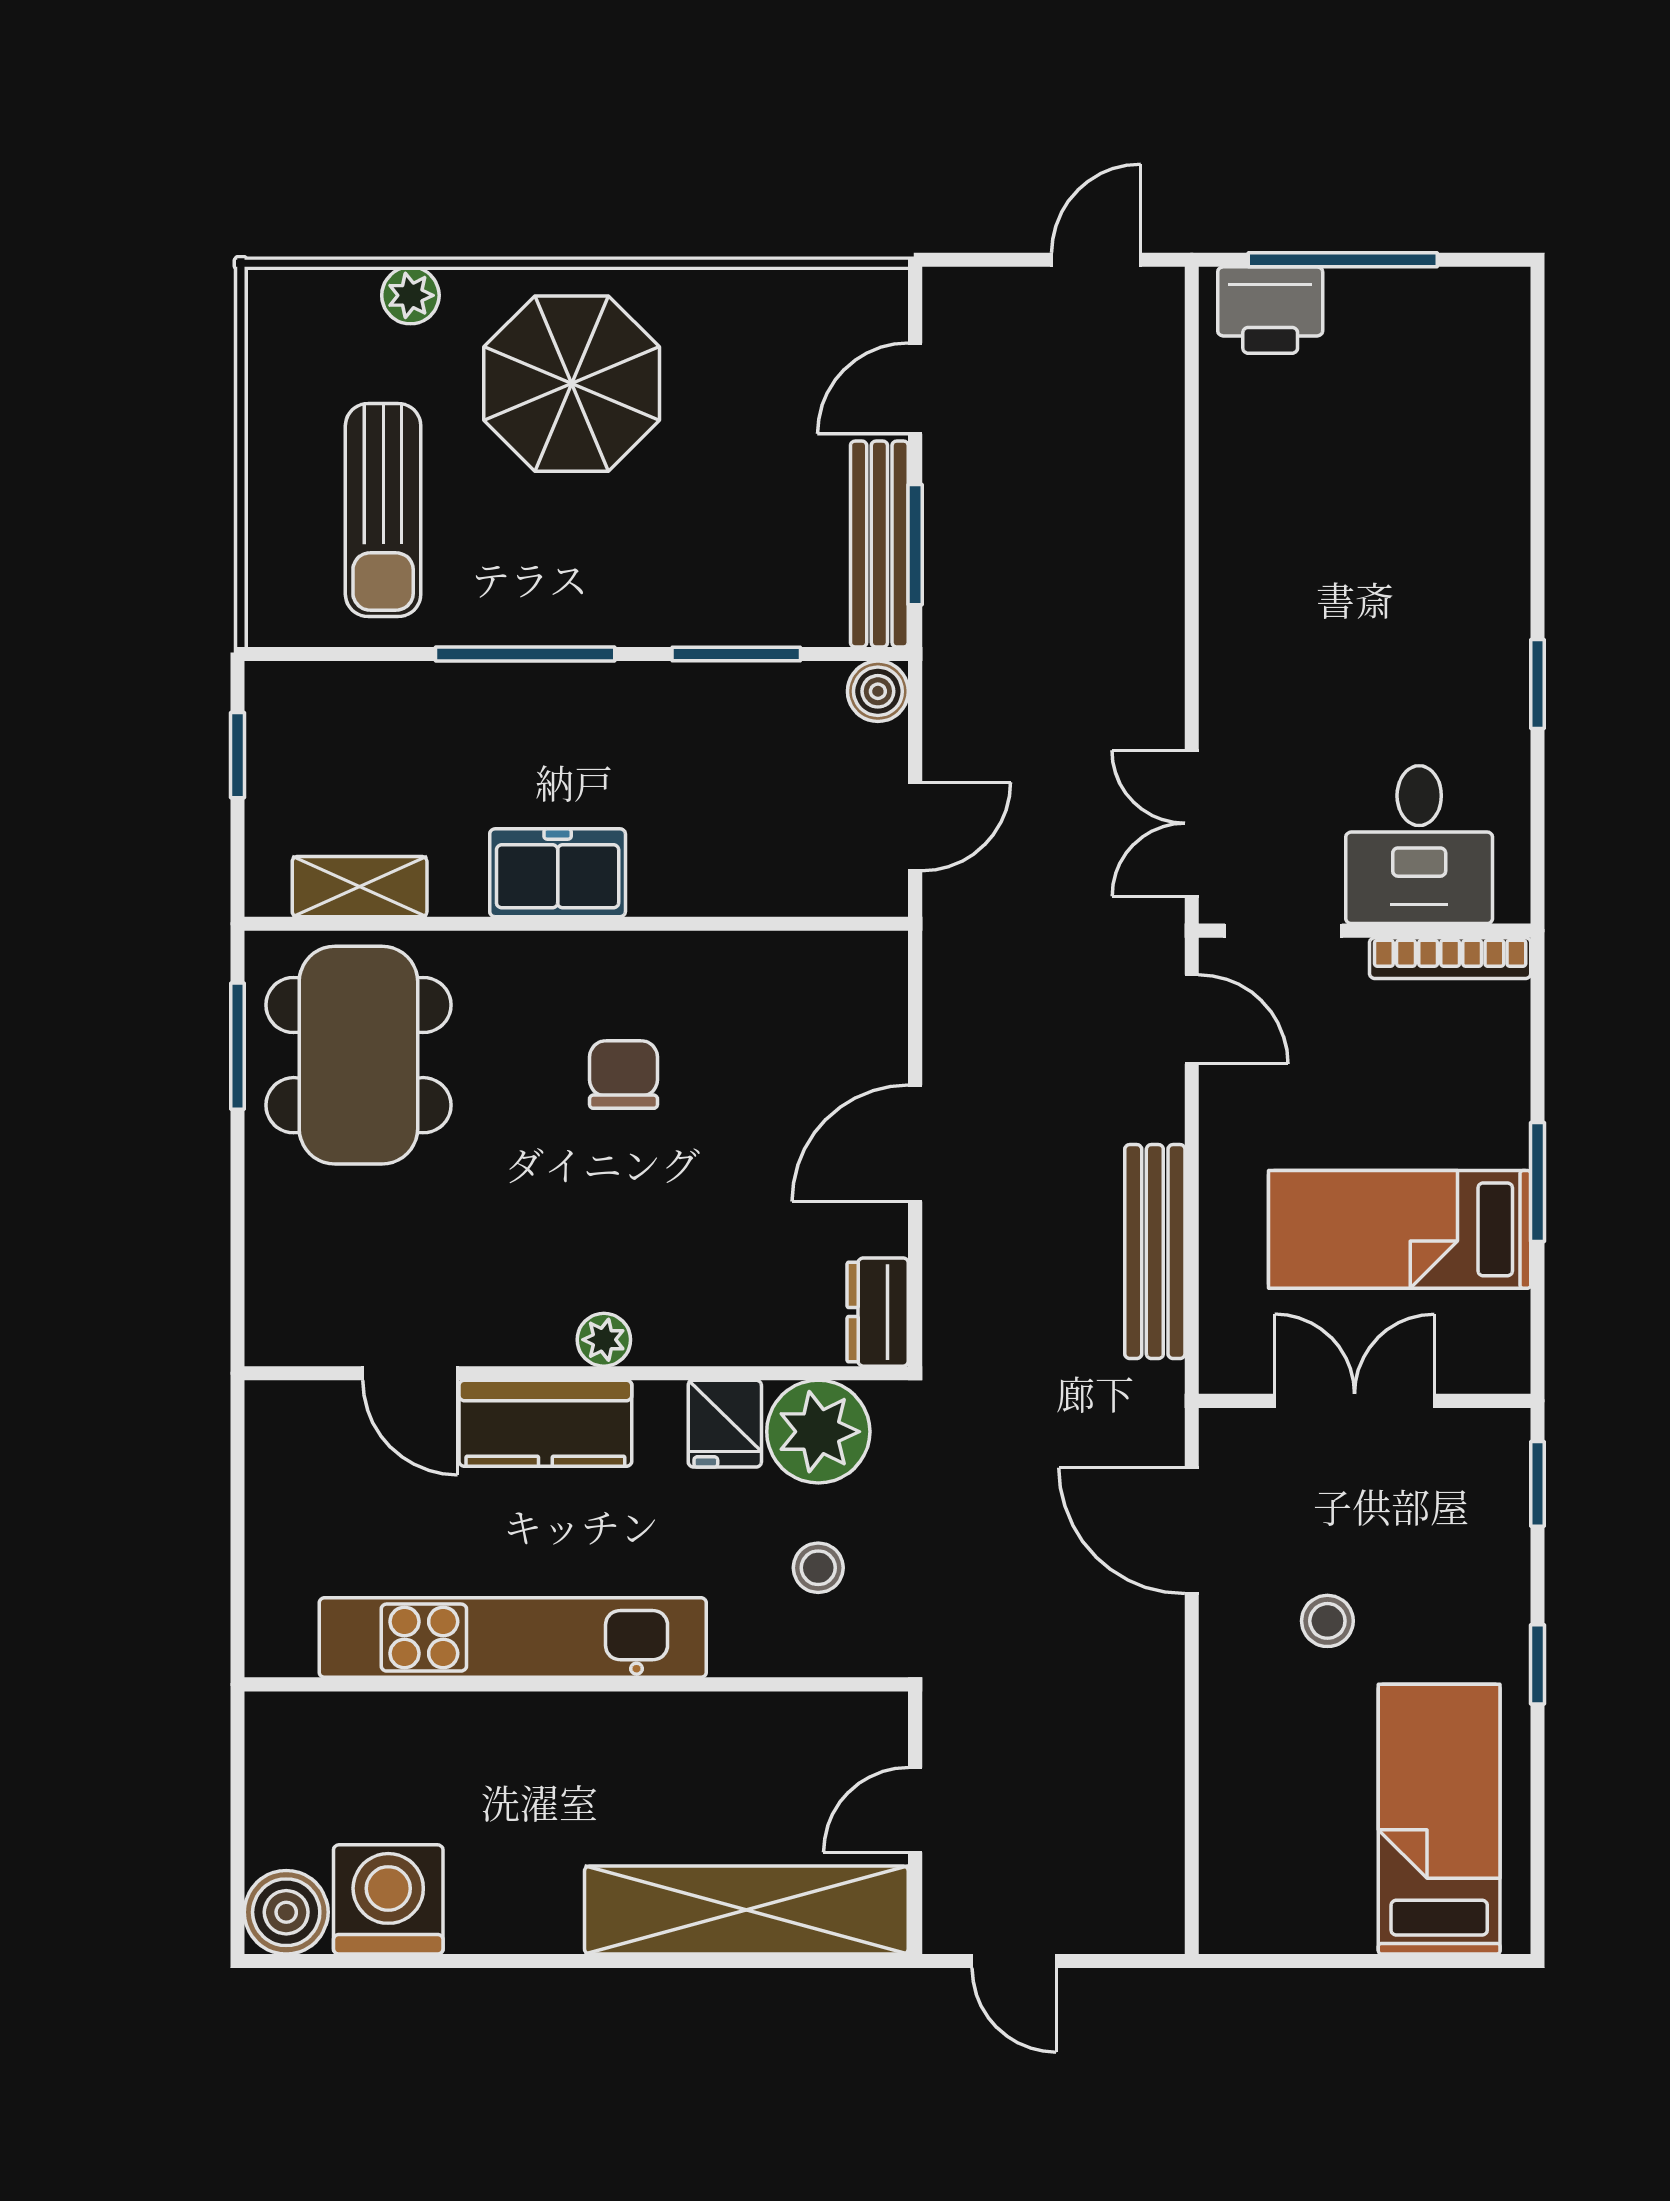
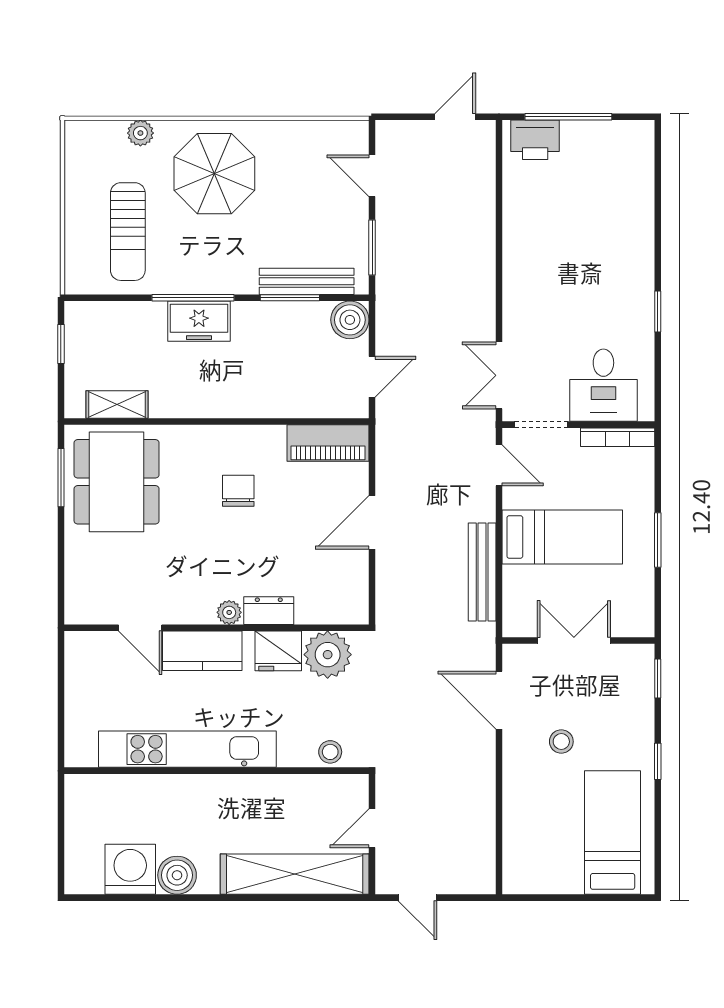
door: (915, 388) -> (372, 176), hinge flipped
bench: (879, 544) -> (307, 281), moved, turned 90
boiler: (878, 691) -> (350, 320), width x1.36, depth x1.36
freezer: (558, 873) -> (199, 321), moved, turned 180
piano: (819, 971) -> (328, 443), added
bed: (1400, 1229) -> (562, 537), moved, turned 180
dresser: (878, 1312) -> (269, 611), moved, turned 90
fridge: (725, 1424) -> (278, 651), width x1.38
stool: (818, 1568) -> (330, 752), moved
boiler: (286, 1912) -> (177, 875), moved

